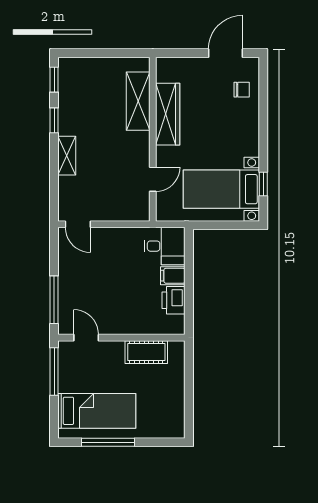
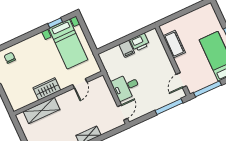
wardrobe: (168, 114) -> (47, 89), width x0.67
door: (153, 179) -> (80, 83), swing flipped
desk: (165, 246) -> (126, 87), moved, turned -90

